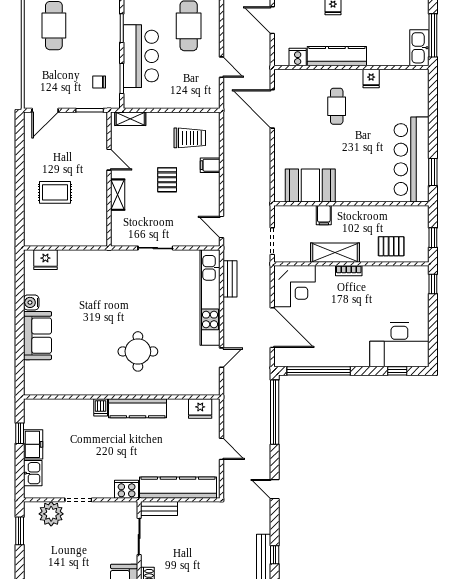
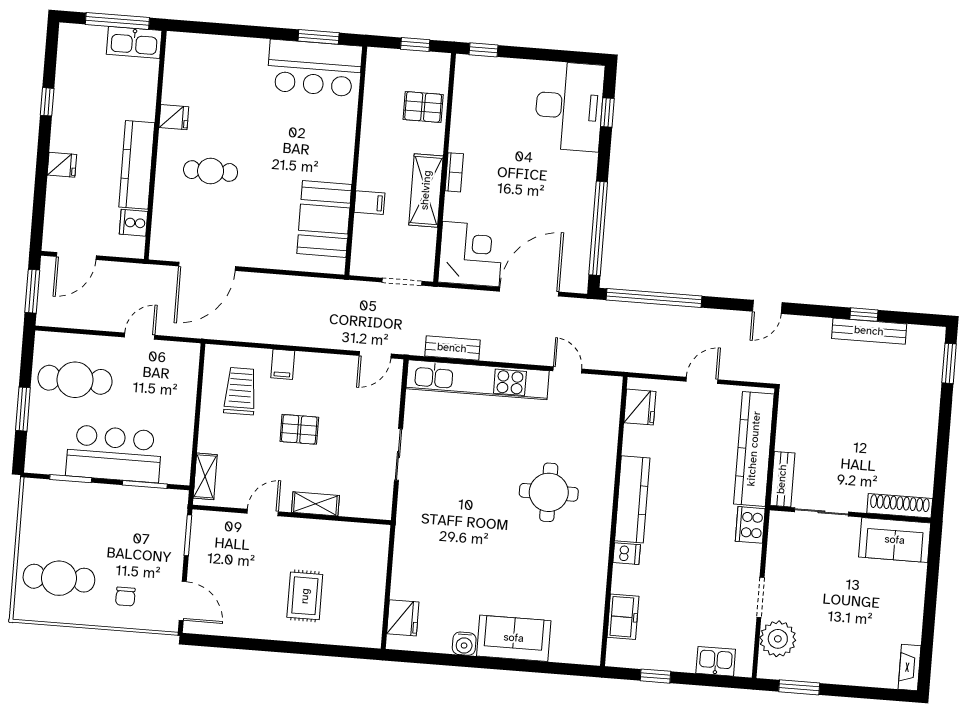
chair: (99, 82) -> (125, 597), moved
bar counter: (412, 160) -> (314, 68), width x0.73
pallet: (391, 246) -> (423, 107), turned 90
freezer: (33, 444) -> (623, 617), moved, turned 90

